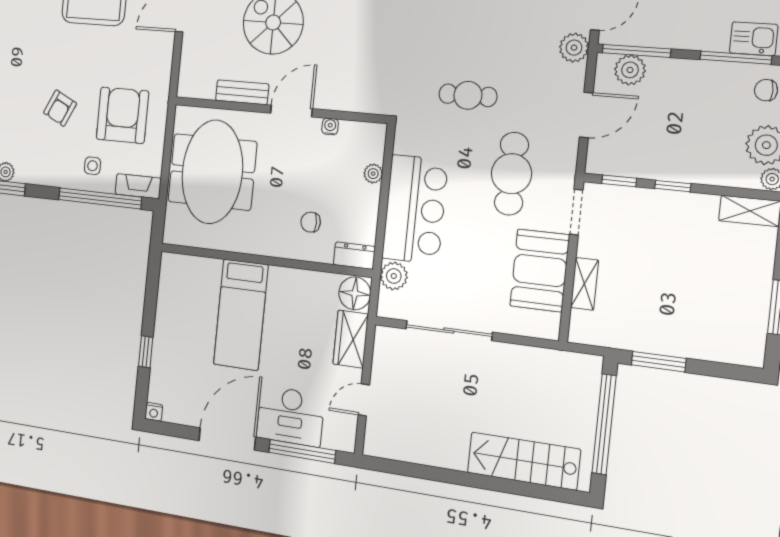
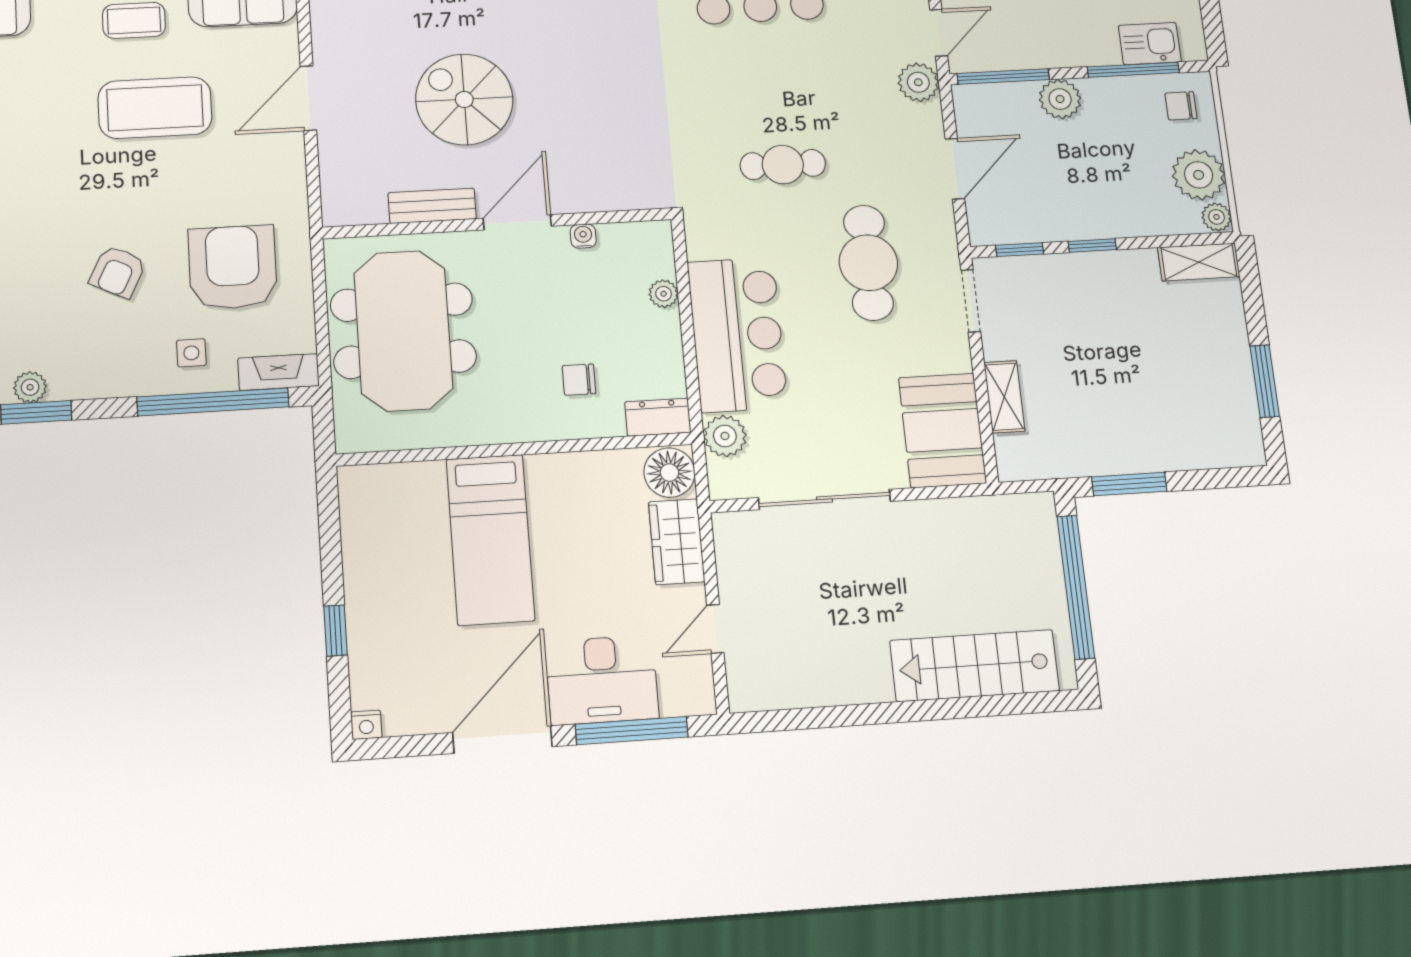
plant: (630, 70) -> (1060, 99), moved
booth: (540, 270) -> (942, 430), moved

